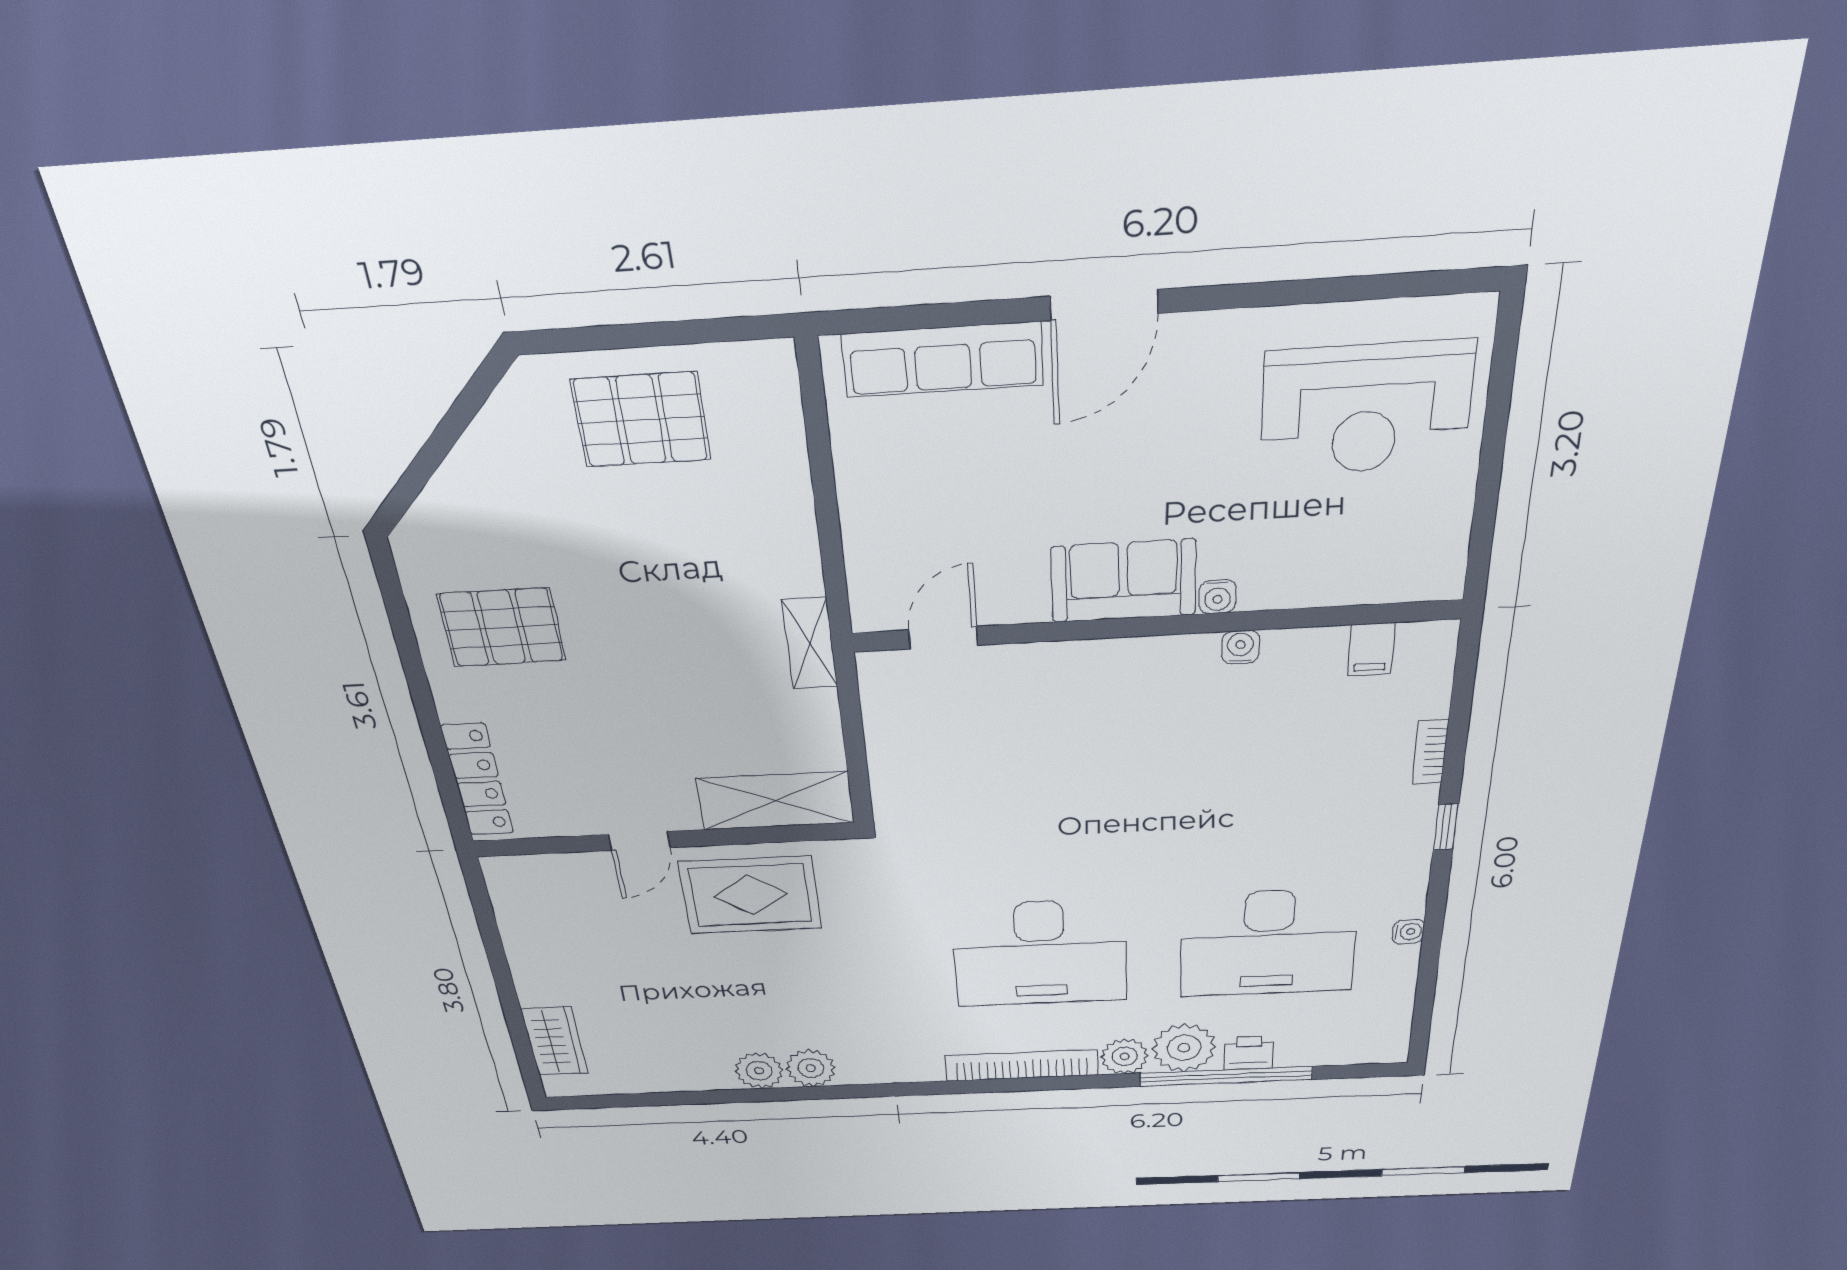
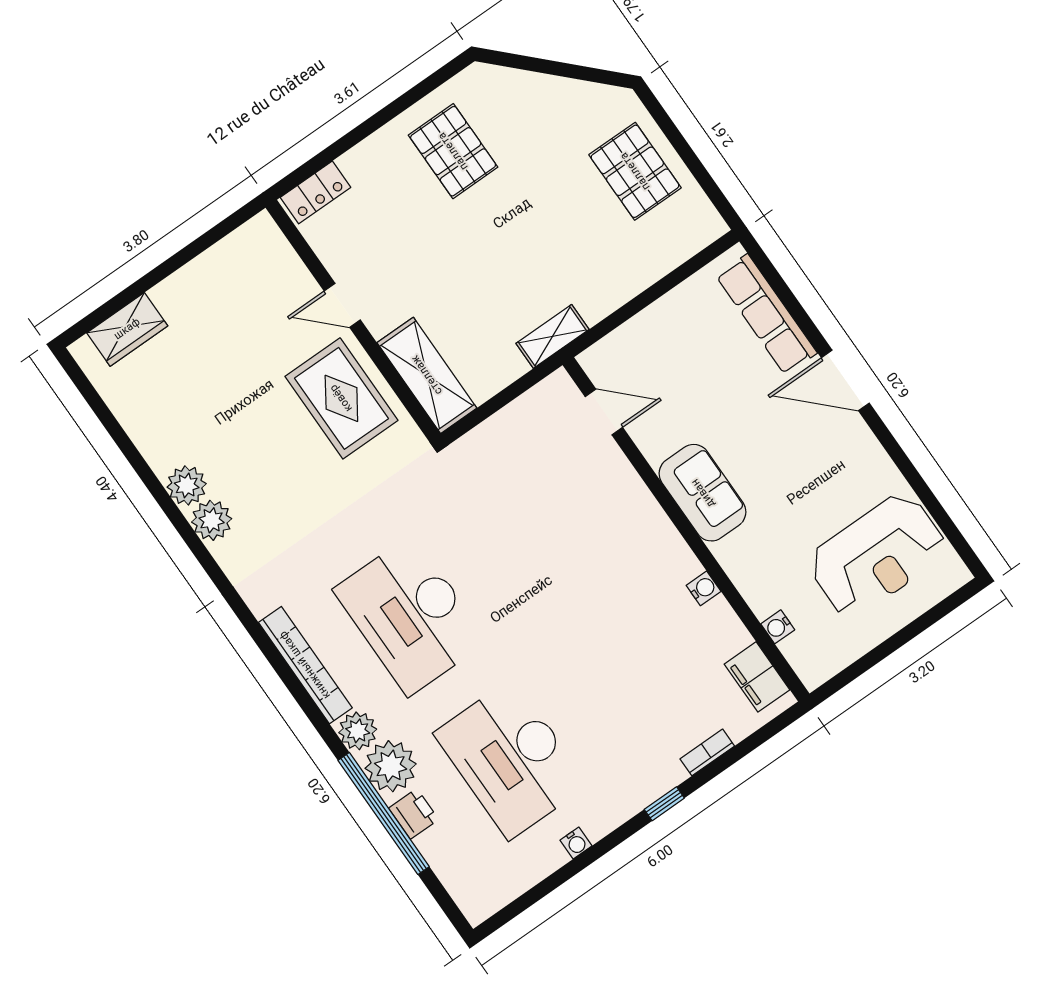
reception desk: (1366, 409) -> (877, 555), turned -90
water cooler: (1218, 597) -> (778, 627), moved
filing cabinet: (1371, 649) -> (757, 677), width x2.00
locker: (478, 780) -> (315, 192), width x0.66

